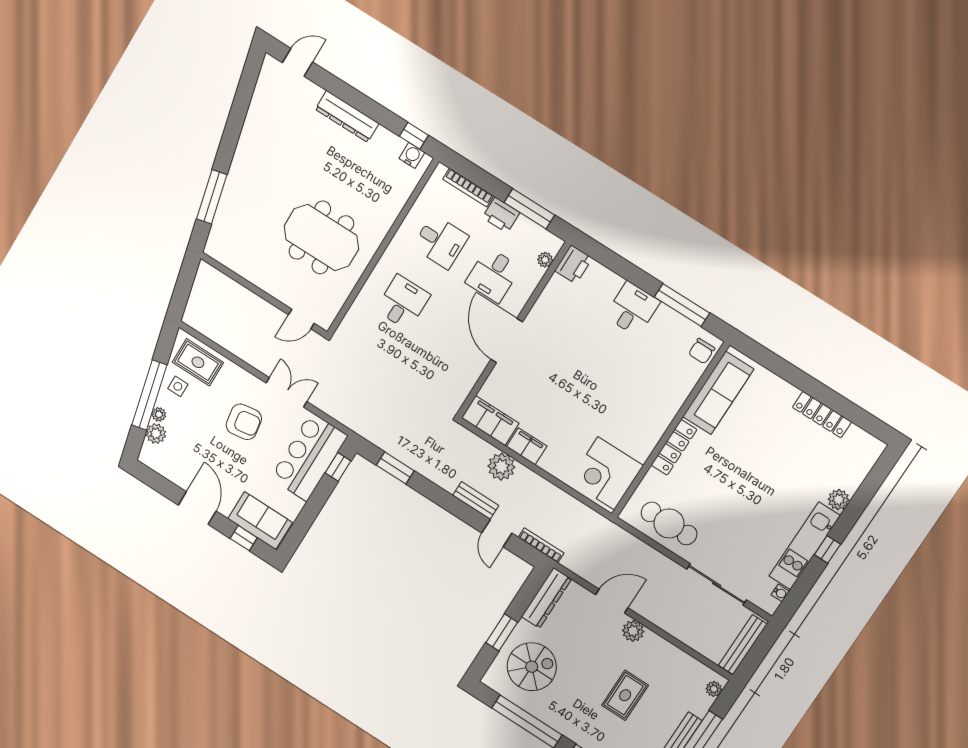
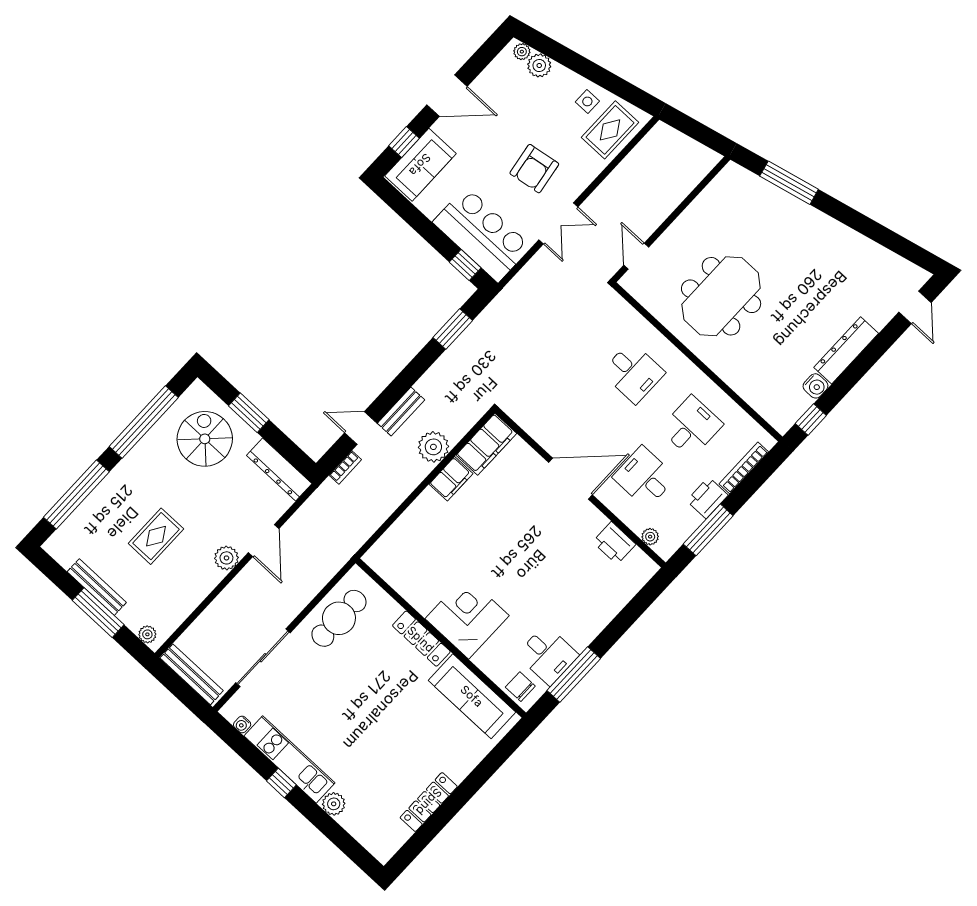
water cooler: (412, 155) -> (816, 386), moved
desk: (440, 242) -> (691, 427), turned 180
printer: (573, 264) -> (614, 543), moved
desk: (632, 309) -> (548, 655), moved
window: (149, 395) -> (584, 67), removed
plant: (159, 414) -> (522, 52), moved
corner desk: (606, 473) -> (467, 617), moved
bookcase: (541, 545) -> (345, 467), width x0.64
spiral stairs: (532, 667) -> (205, 439), turned 180
rug: (625, 695) -> (156, 536), turned 90

